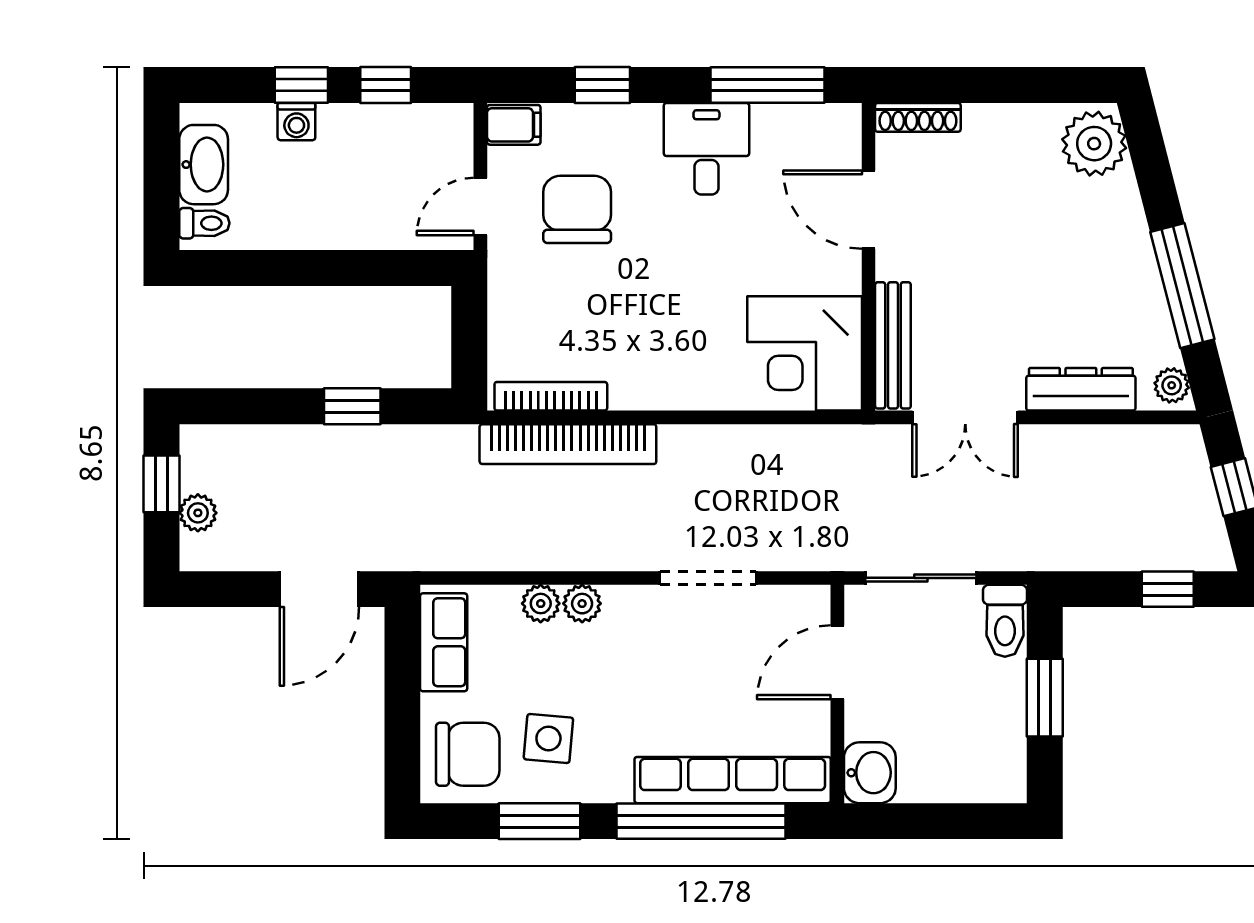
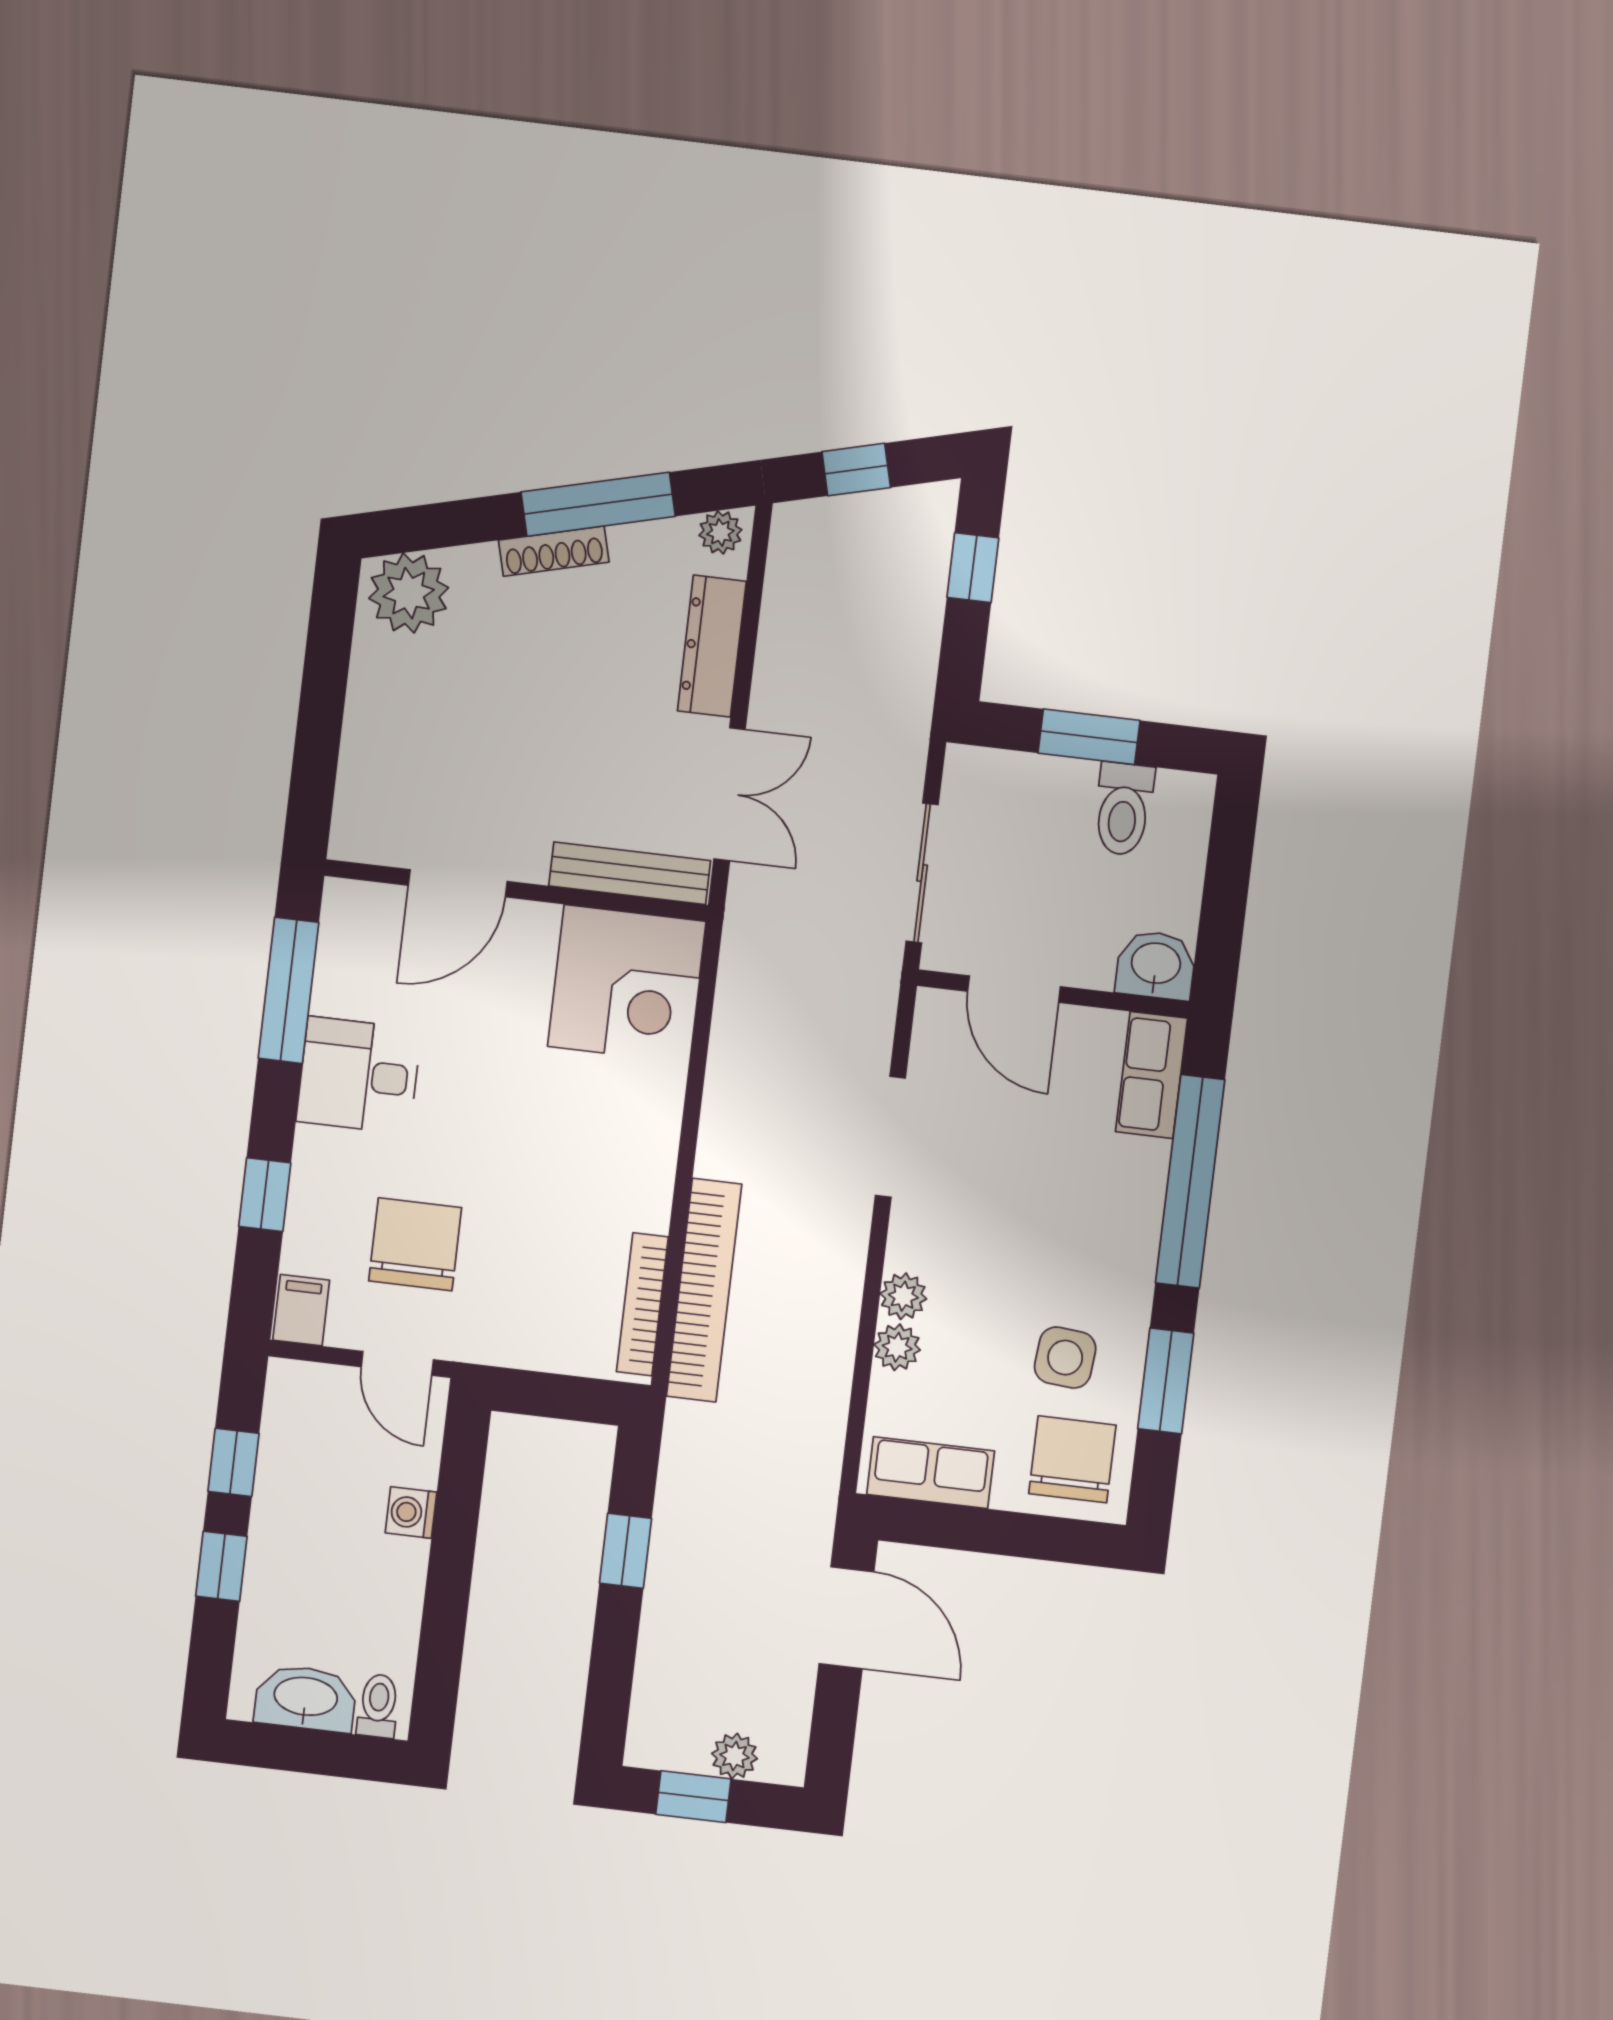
shoe rack: (918, 117) -> (554, 551), moved, turned 76
washing machine: (296, 122) -> (411, 1513), moved, turned 180
chair: (577, 209) -> (415, 1244), turned 90
toilet: (1005, 621) -> (1123, 809), moved, turned 90
row of seats: (733, 780) -> (1152, 1075), width x0.50

